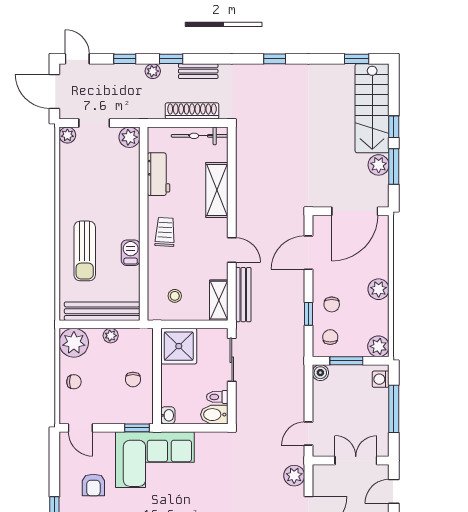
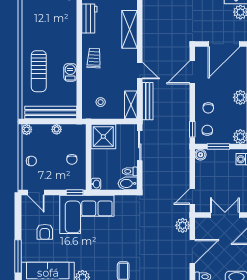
window: (308, 314) -> (192, 129), moved
plant: (74, 343) -> (27, 129), width x0.53, depth x0.53

